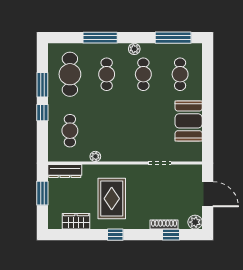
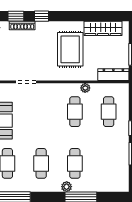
plant: (134, 49) -> (67, 187), moved
cafe table: (70, 74) -> (75, 112), moved, width x0.73, depth x0.74
wardrobe: (76, 221) -> (103, 28), width x1.50
window: (115, 235) -> (42, 16), moved

